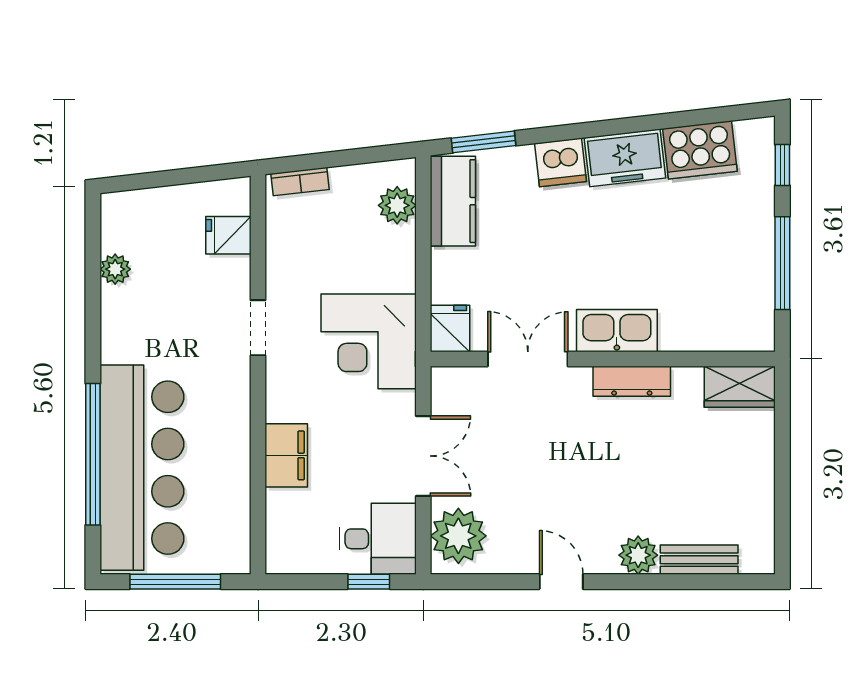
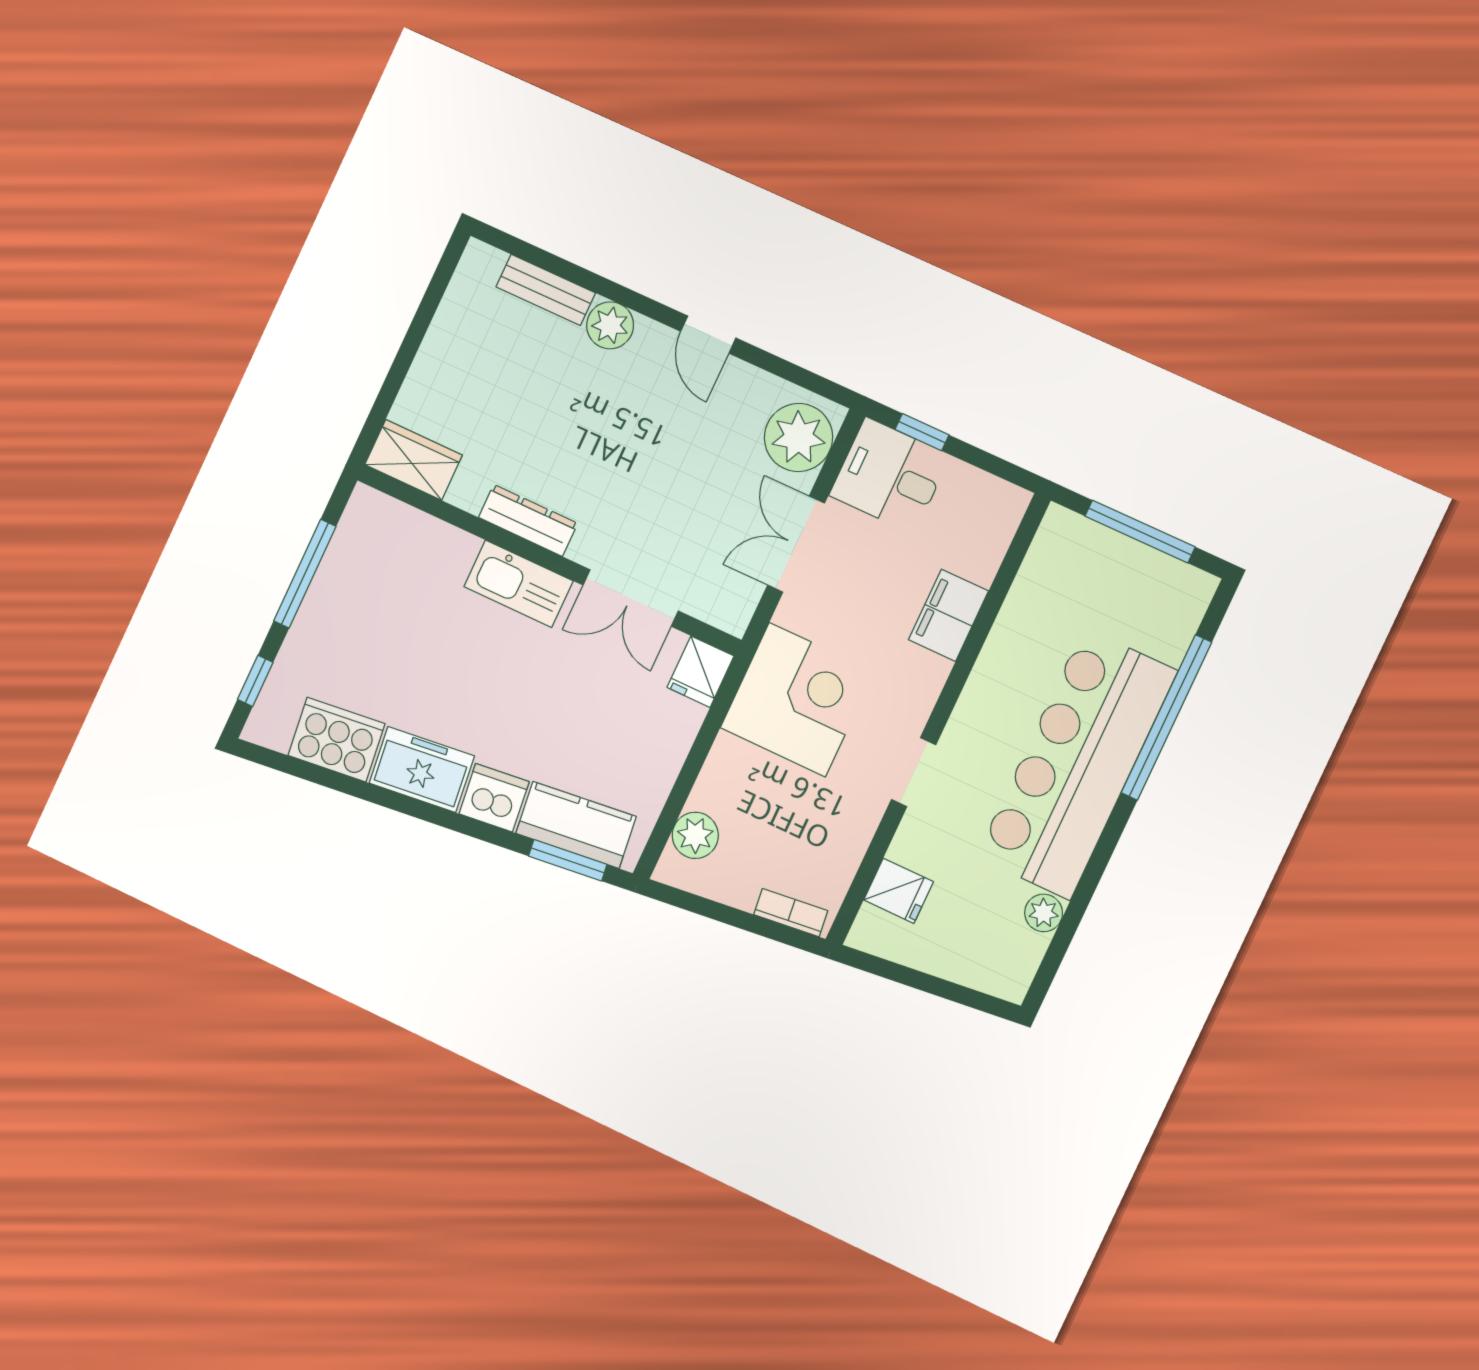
kitchen counter: (453, 201) -> (576, 825), moved, turned 83
bar counter: (142, 468) -> (1077, 764), moved

